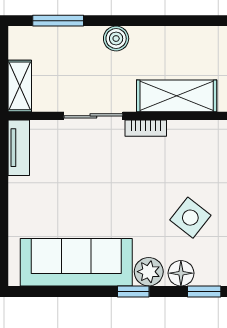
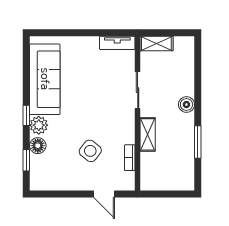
window: (58, 21) -> (198, 142), moved
shelving: (177, 96) -> (148, 134), width x0.67, depth x0.75
bookcase: (146, 128) -> (130, 158), moved
side table: (190, 218) -> (90, 151), moved

